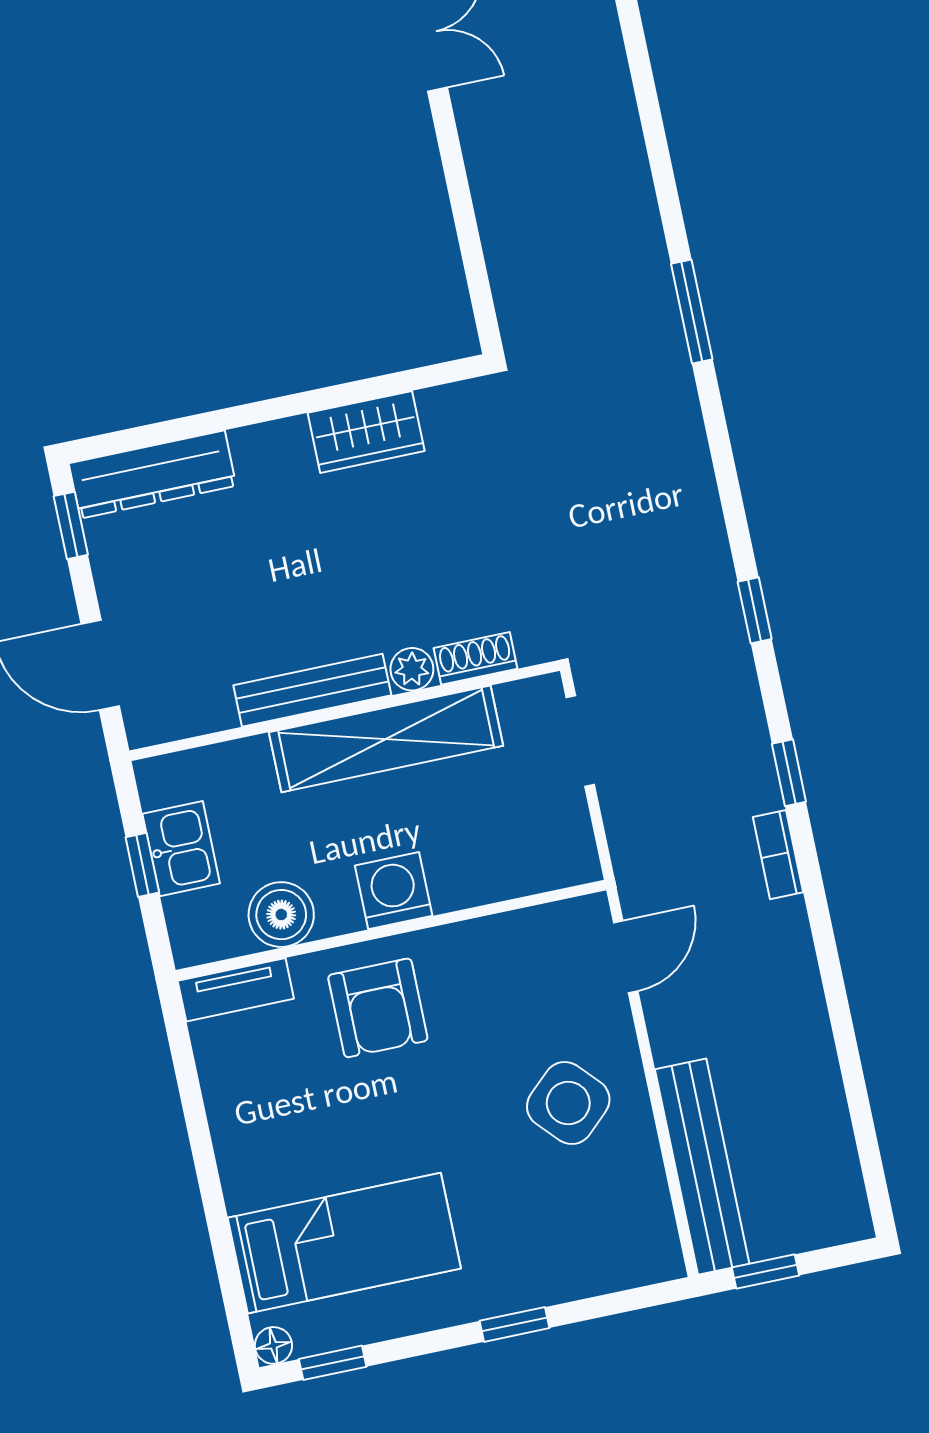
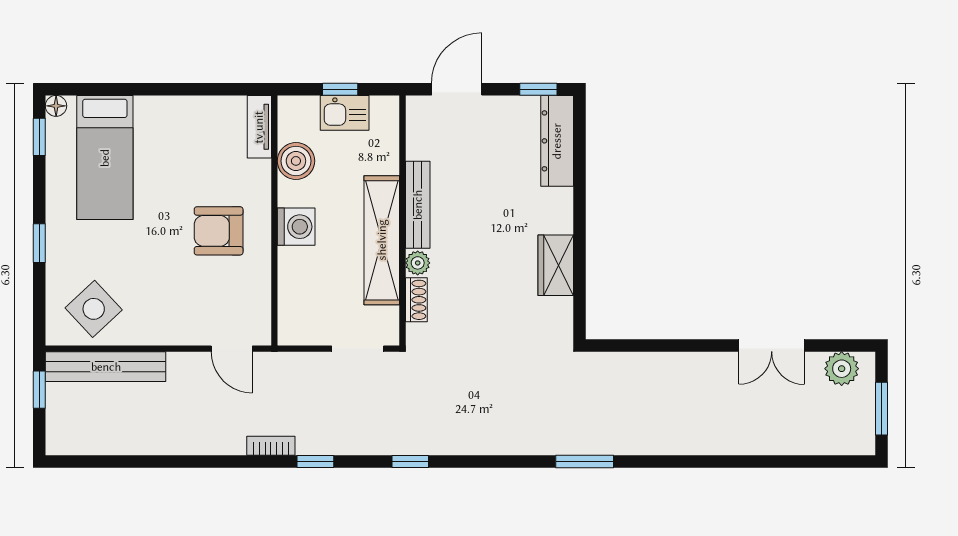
armchair: (378, 1008) -> (219, 231), moved
side table: (568, 1103) -> (94, 309), moved

